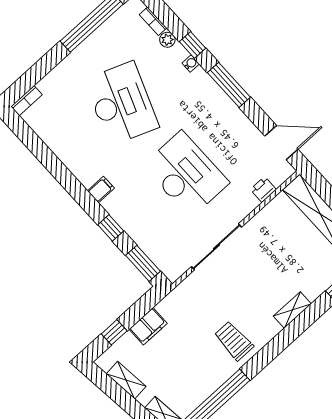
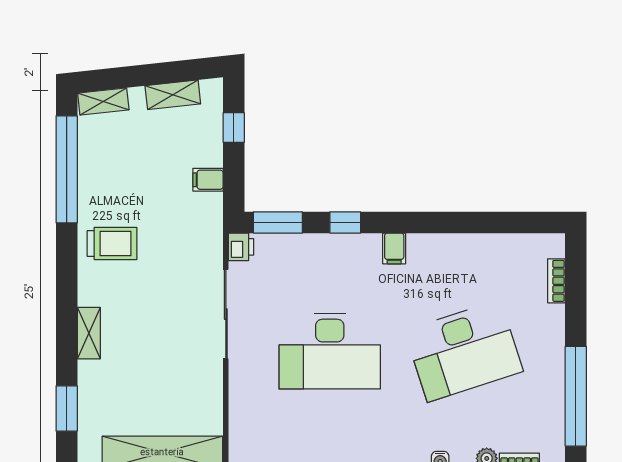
bookcase: (27, 101) -> (556, 281), moved
desk: (122, 103) -> (464, 351), turned -39
printer: (263, 190) -> (241, 247), moved
filing cabinet: (148, 326) -> (208, 180), width x0.50

